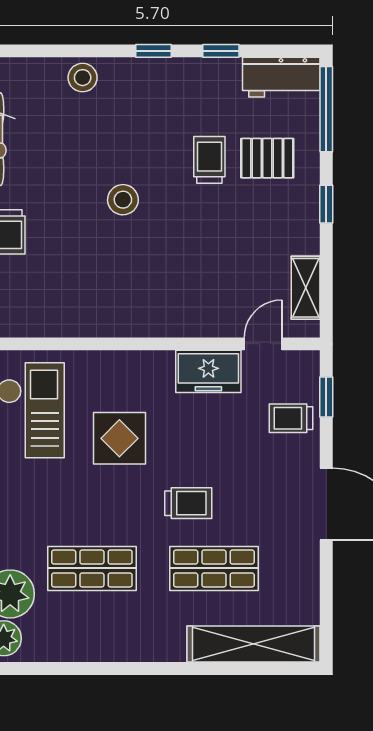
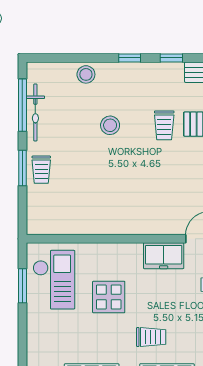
trolley: (209, 160) -> (164, 125), turned 180
stool: (123, 200) -> (110, 125), moved

